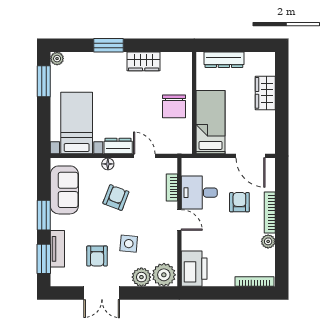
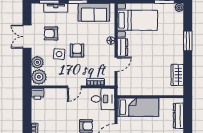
wardrobe: (144, 61) -> (177, 75), moved
chair: (174, 106) -> (148, 83), removed
desk: (199, 193) -> (103, 99), moved, turned 90
armchair: (116, 198) -> (77, 50), moved, turned -111
printer: (194, 269) -> (37, 94), width x0.53, depth x0.68

